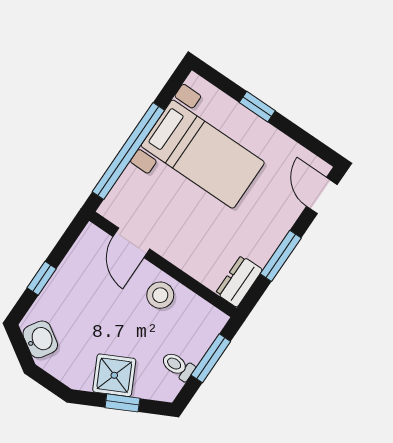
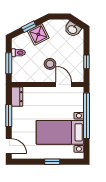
window: (42, 278) -> (87, 62), moved
stool: (160, 295) -> (50, 64), moved

